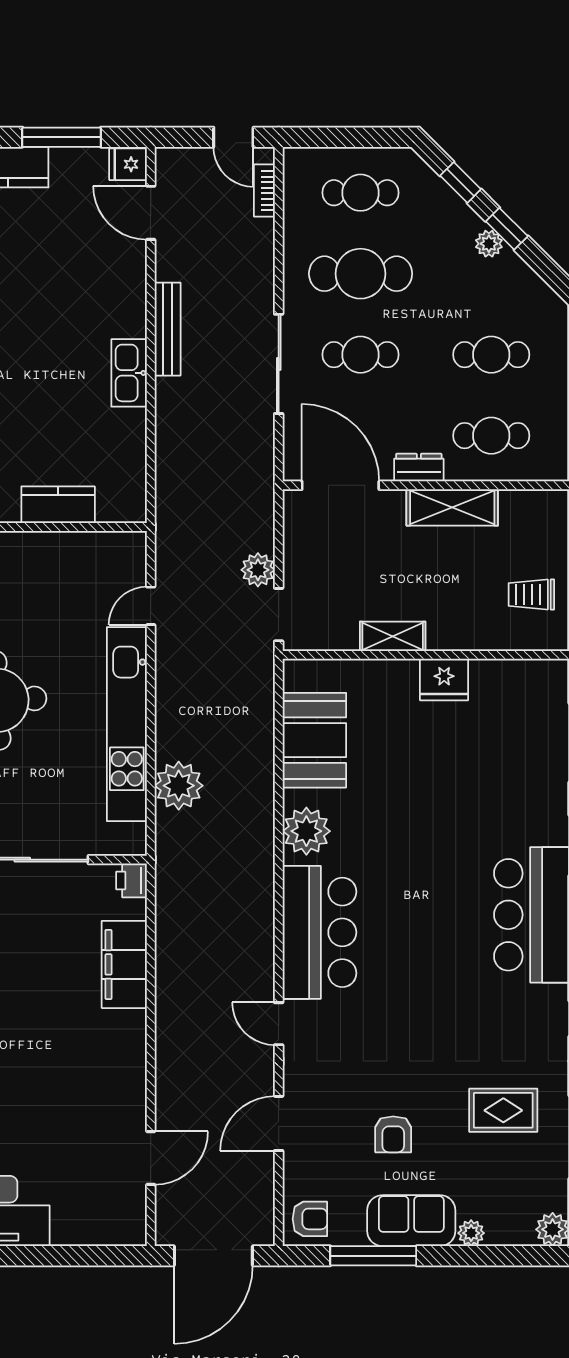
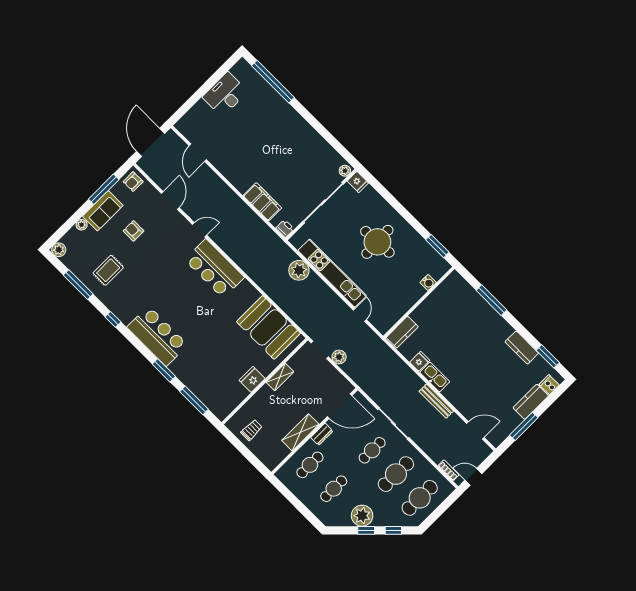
fridge: (128, 164) -> (420, 361), moved
cafe table: (361, 193) -> (420, 498), width x1.37, depth x1.35
plant: (489, 244) -> (362, 516), width x1.88, depth x1.88
kitchen counter: (58, 505) -> (402, 332), moved
booth: (314, 740) -> (268, 327), width x1.36, depth x1.42
plant: (306, 831) -> (248, 294), removed

